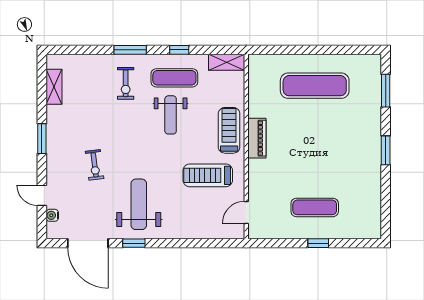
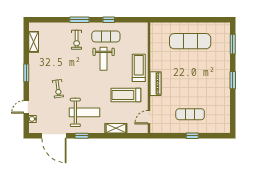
shelving: (227, 62) -> (116, 128), moved
piano: (257, 138) -> (155, 84), moved
door: (42, 195) -> (26, 107), hinge flipped
weight bench: (139, 204) -> (84, 112), turned 90

